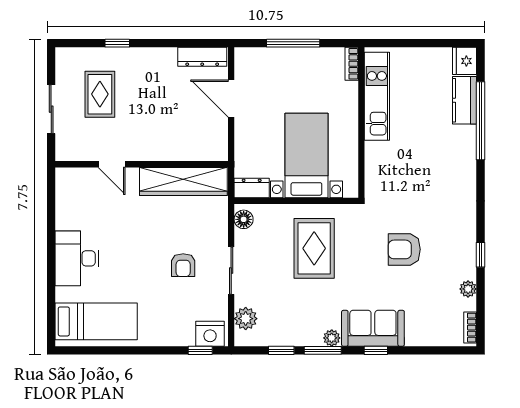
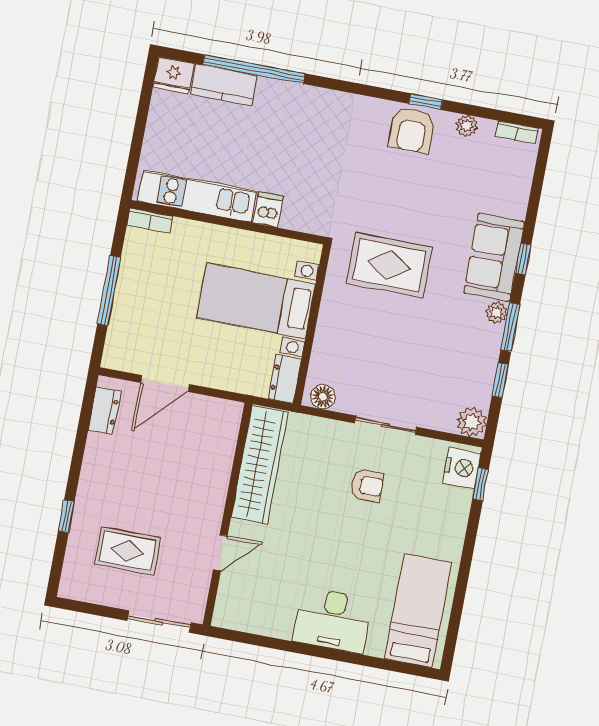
dresser: (202, 57) -> (104, 411), width x0.70
sliding door: (51, 109) -> (159, 622), moved
dishwasher: (377, 151) -> (268, 210), added
rug: (314, 248) -> (389, 265), moved
armchair: (404, 249) -> (412, 130), moved
plant: (246, 319) -> (472, 422), moved

